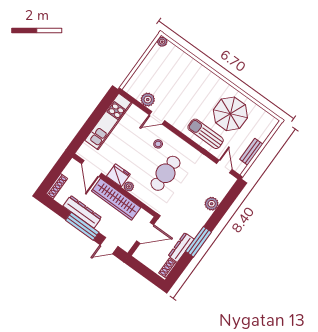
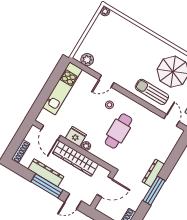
plant: (148, 100) -> (87, 60), moved
plant: (212, 204) -> (163, 155), removed
dresser: (181, 247) -> (153, 173), moved

